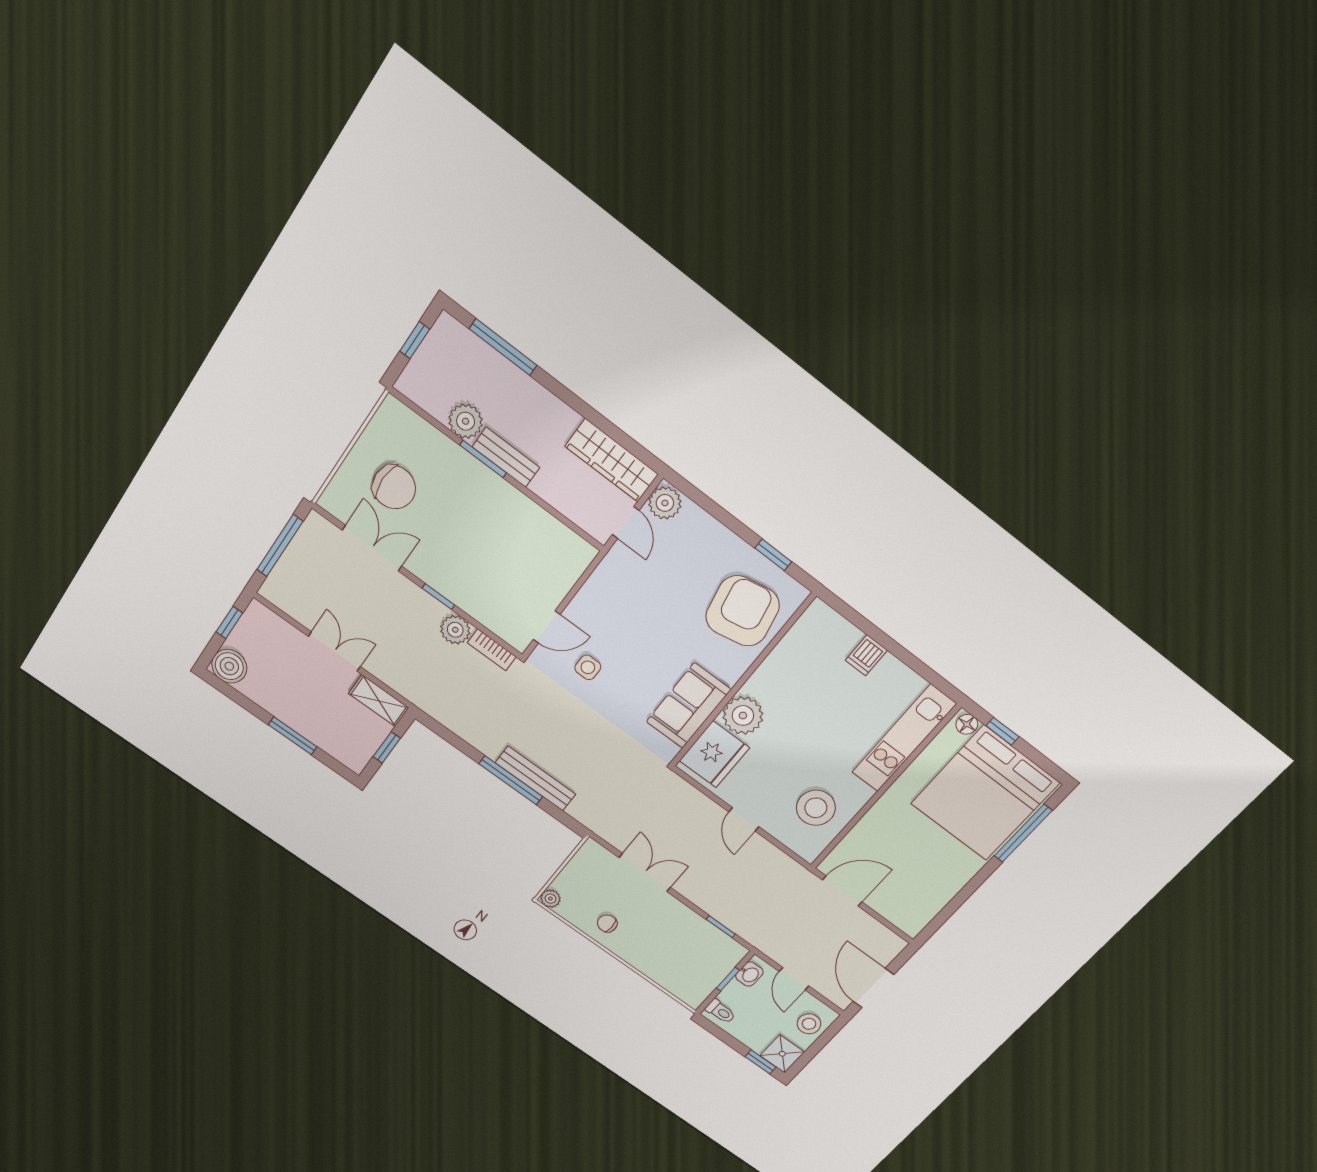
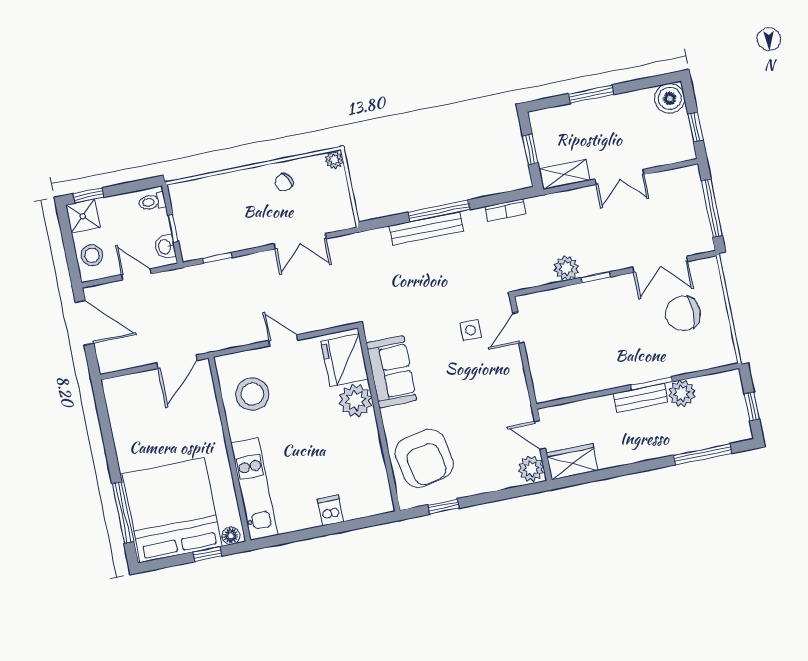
wardrobe: (612, 460) -> (572, 462), width x0.67
bookcase: (492, 650) -> (505, 210), moved, turned 180
chair: (607, 923) -> (284, 182), turned 150

